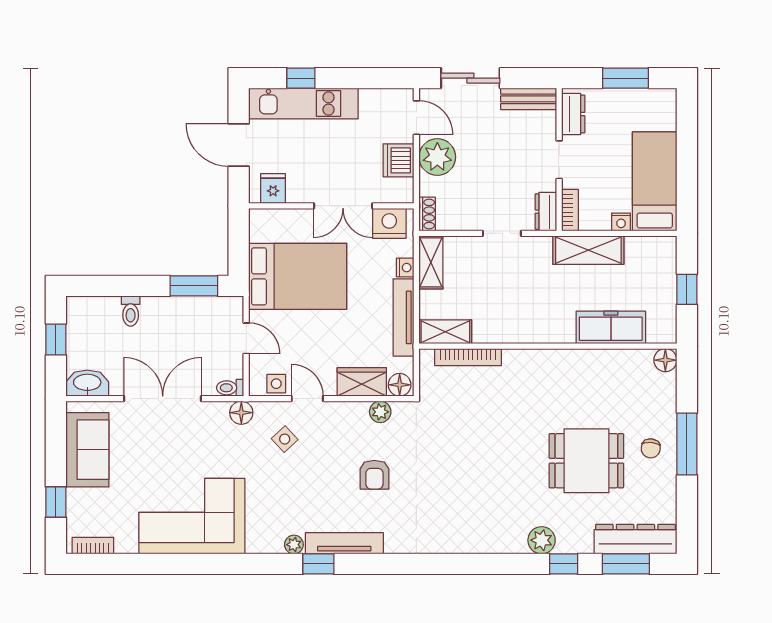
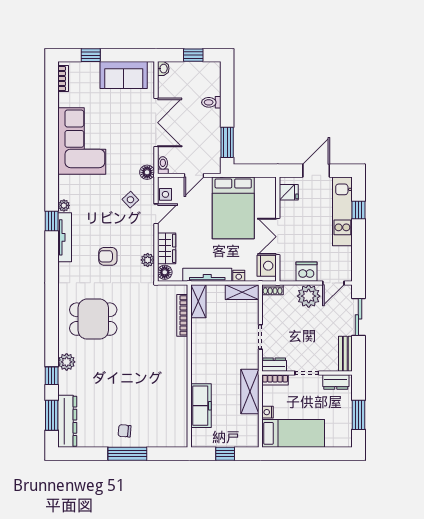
floor lamp: (665, 360) -> (180, 440), removed
washbasin: (87, 383) -> (163, 69), width x0.52, depth x0.69
dining table: (586, 461) -> (93, 319), moved, turned 90

